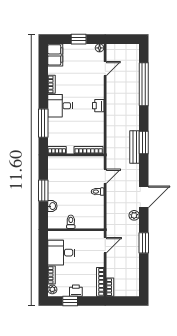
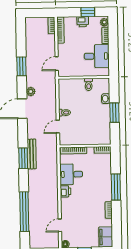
desk: (60, 106) -> (71, 174), moved, turned 180
window: (43, 123) -> (116, 187), moved

